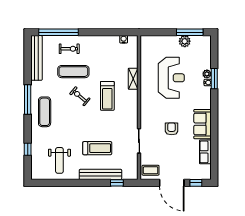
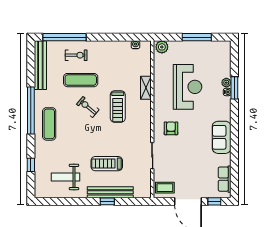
window: (190, 32) -> (197, 37), moved
plant: (185, 41) -> (162, 47), moved
window: (28, 99) -> (31, 110), width x1.46
armchair: (172, 129) -> (171, 128), moved
treadmill: (97, 148) -> (107, 164), turned 180
row of seats: (205, 152) -> (225, 179), moved
weight bench: (59, 160) -> (65, 177), turned 90
window: (117, 183) -> (107, 201), moved

